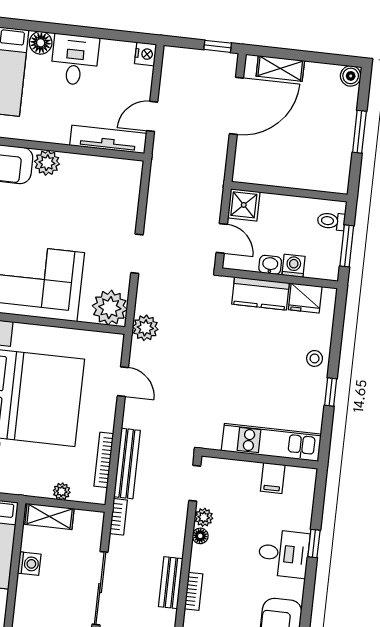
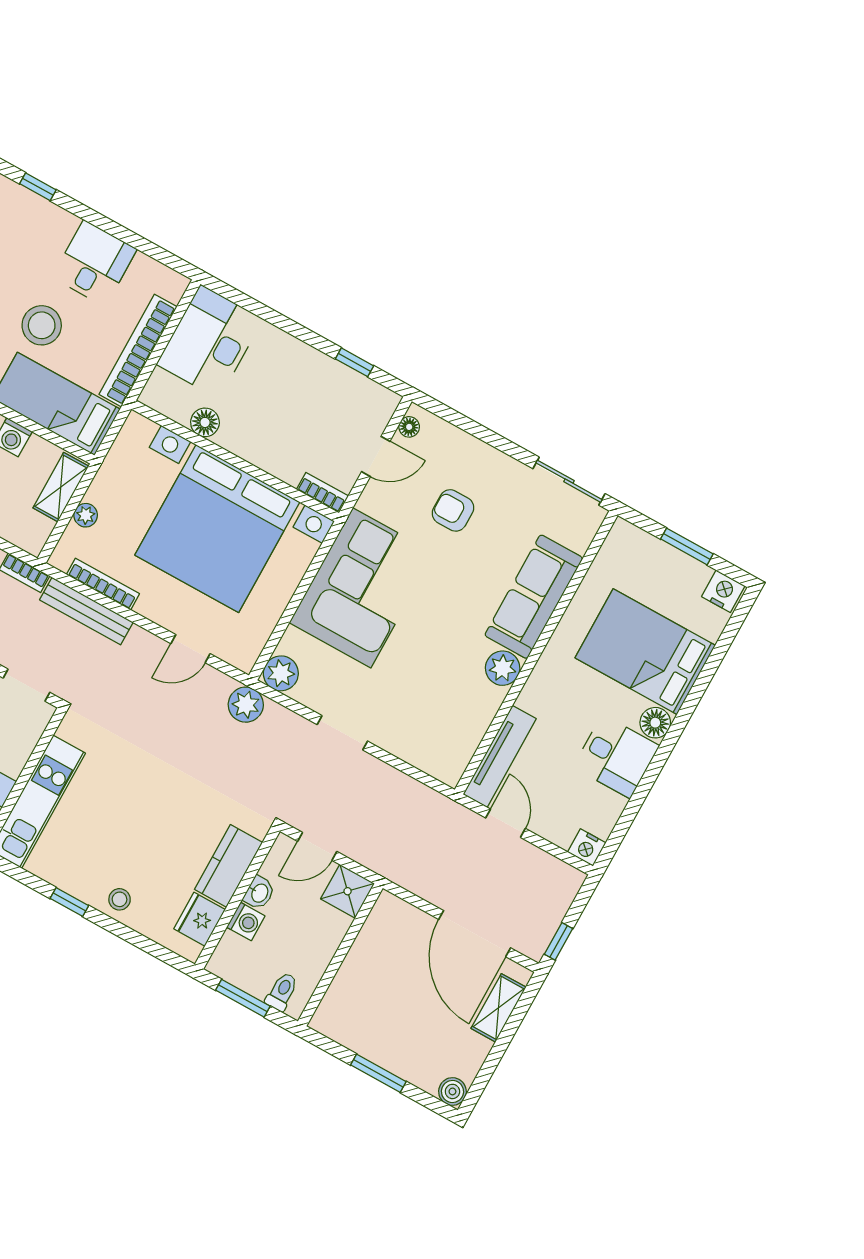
plant: (110, 308) -> (281, 673), width x0.73, depth x0.73

